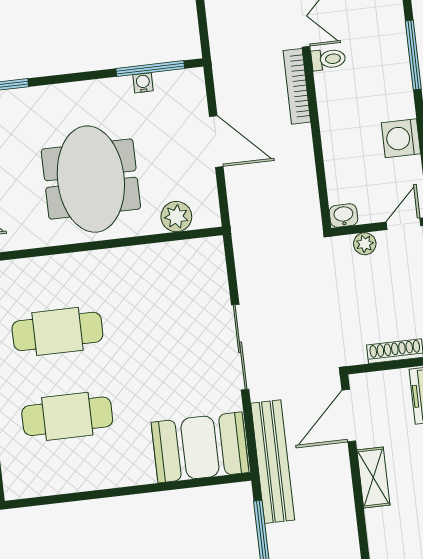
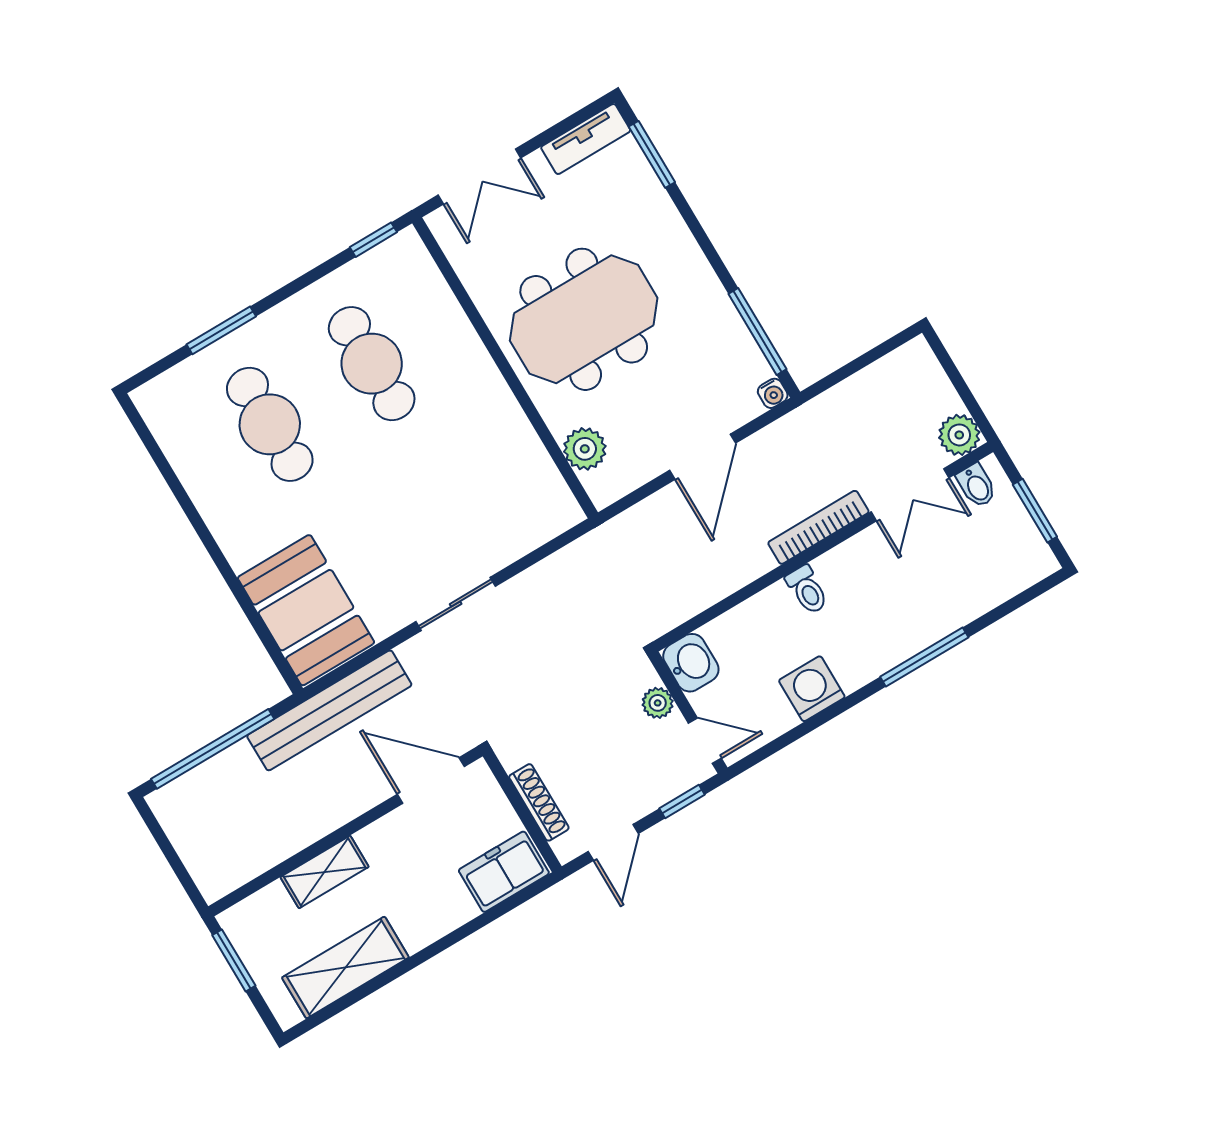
toilet: (328, 59) -> (807, 590), moved
water cooler: (143, 83) -> (773, 393), moved, turned 90
washbasin: (344, 216) -> (691, 663), width x1.38, depth x1.45
sliding door: (240, 347) -> (456, 604), width x0.73
shelving: (373, 477) -> (325, 872), moved

